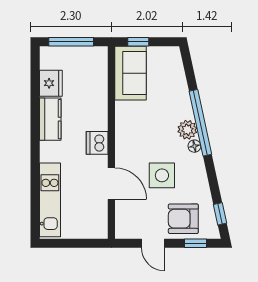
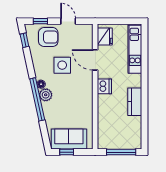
window: (138, 42) -> (67, 152), moved
sofa: (130, 73) -> (69, 139), moved, turned 90
fridge: (51, 83) -> (105, 37), moved, turned 180

